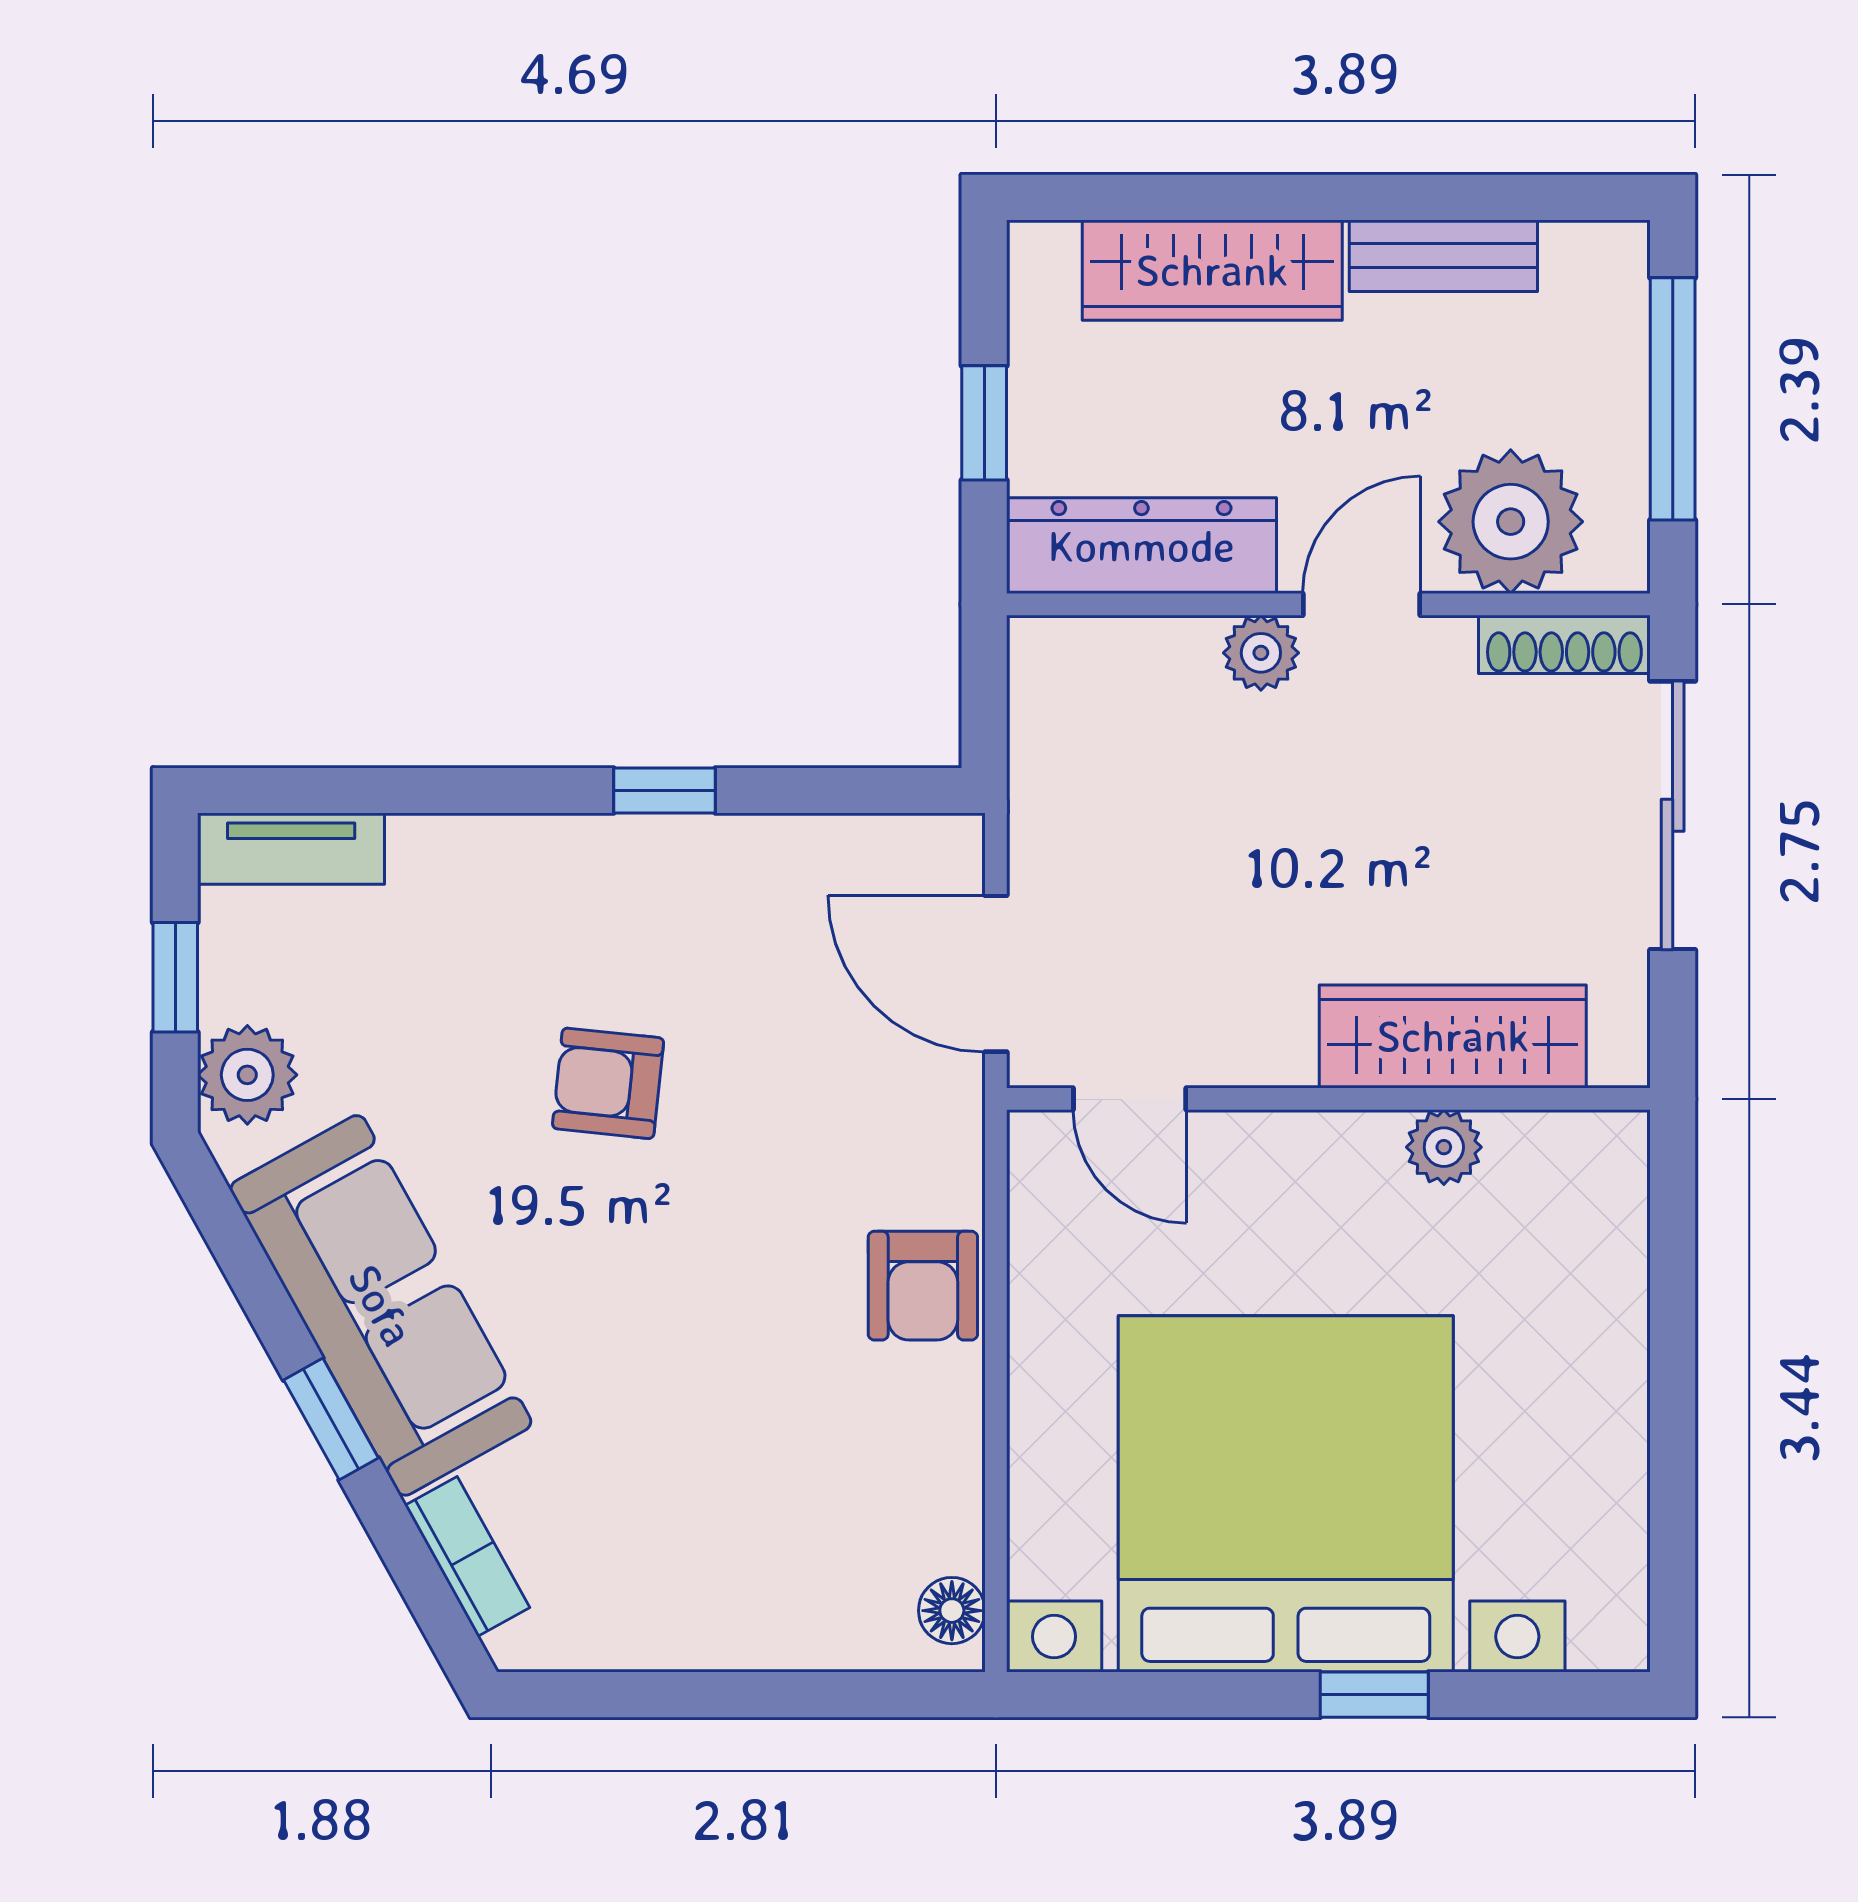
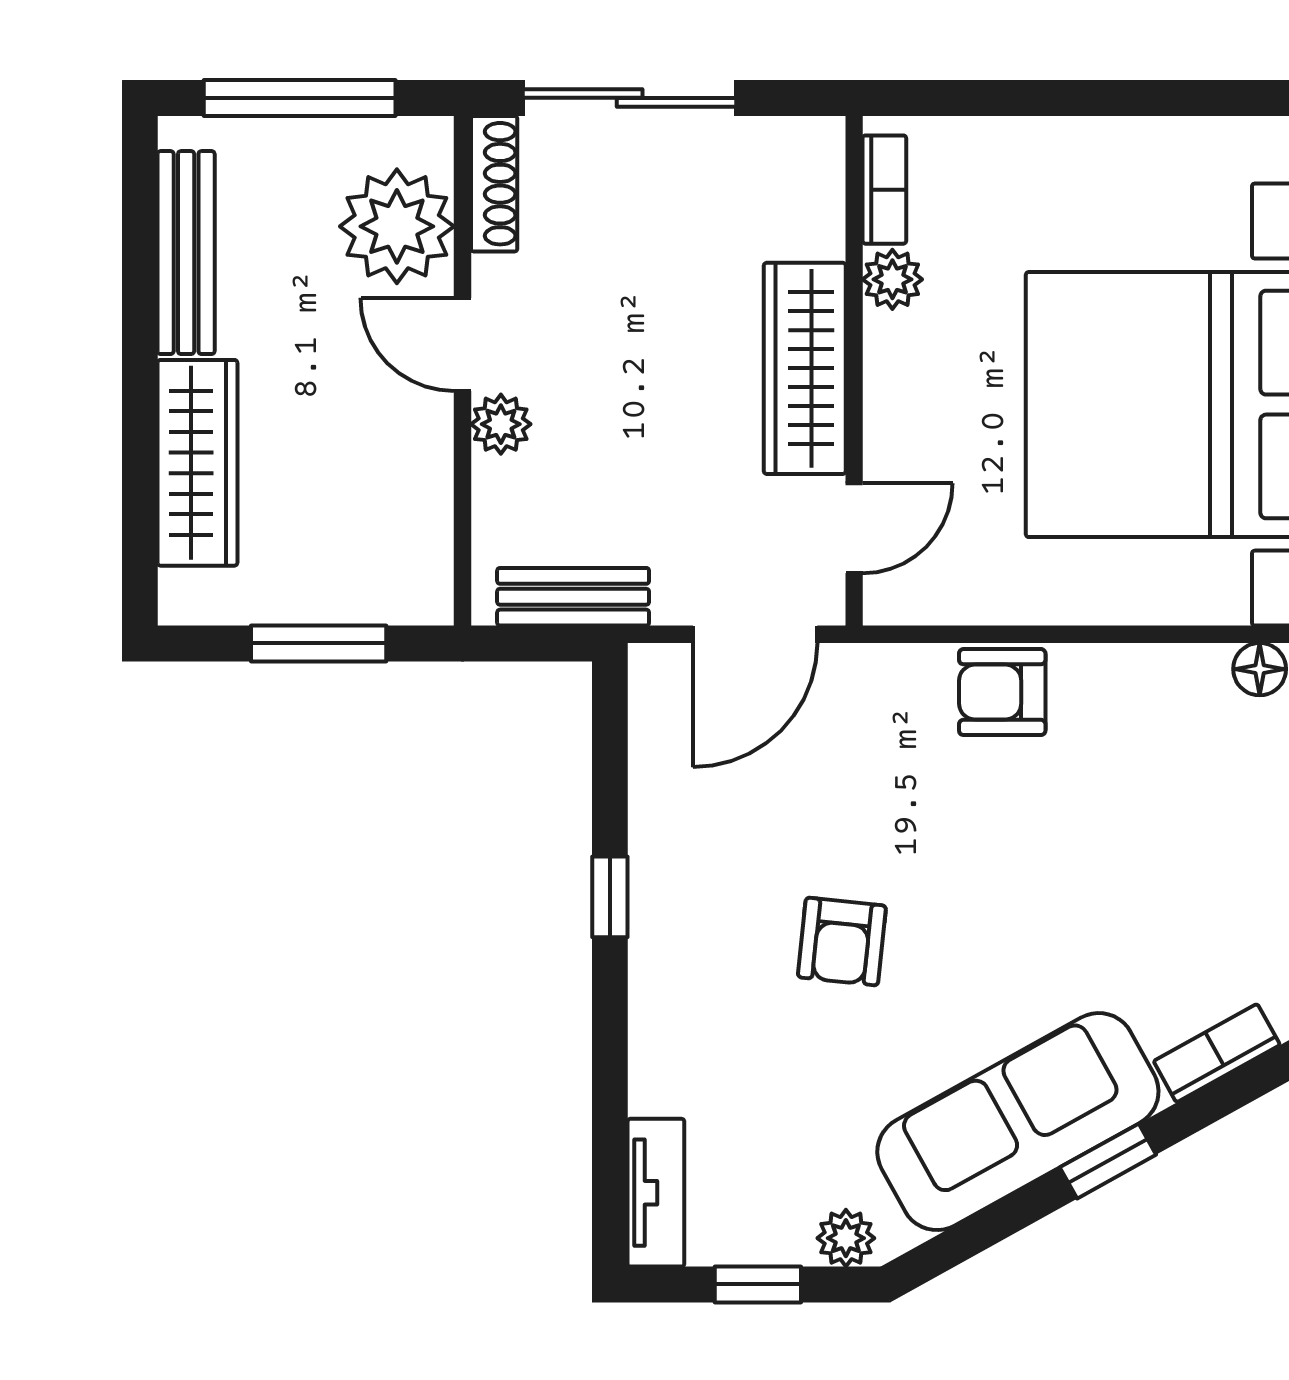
bench: (1443, 256) -> (186, 253), width x1.36
window: (984, 423) -> (319, 643), width x1.50
dresser: (1141, 546) -> (416, 519), removed
bench: (1043, 744) -> (573, 597), added
wardrobe: (1453, 1036) -> (805, 368), moved
plant: (247, 1075) -> (846, 1238), width x0.73, depth x0.73
bookcase: (1557, 1137) -> (884, 190), added
armchair: (923, 1286) -> (1002, 692), turned 180

